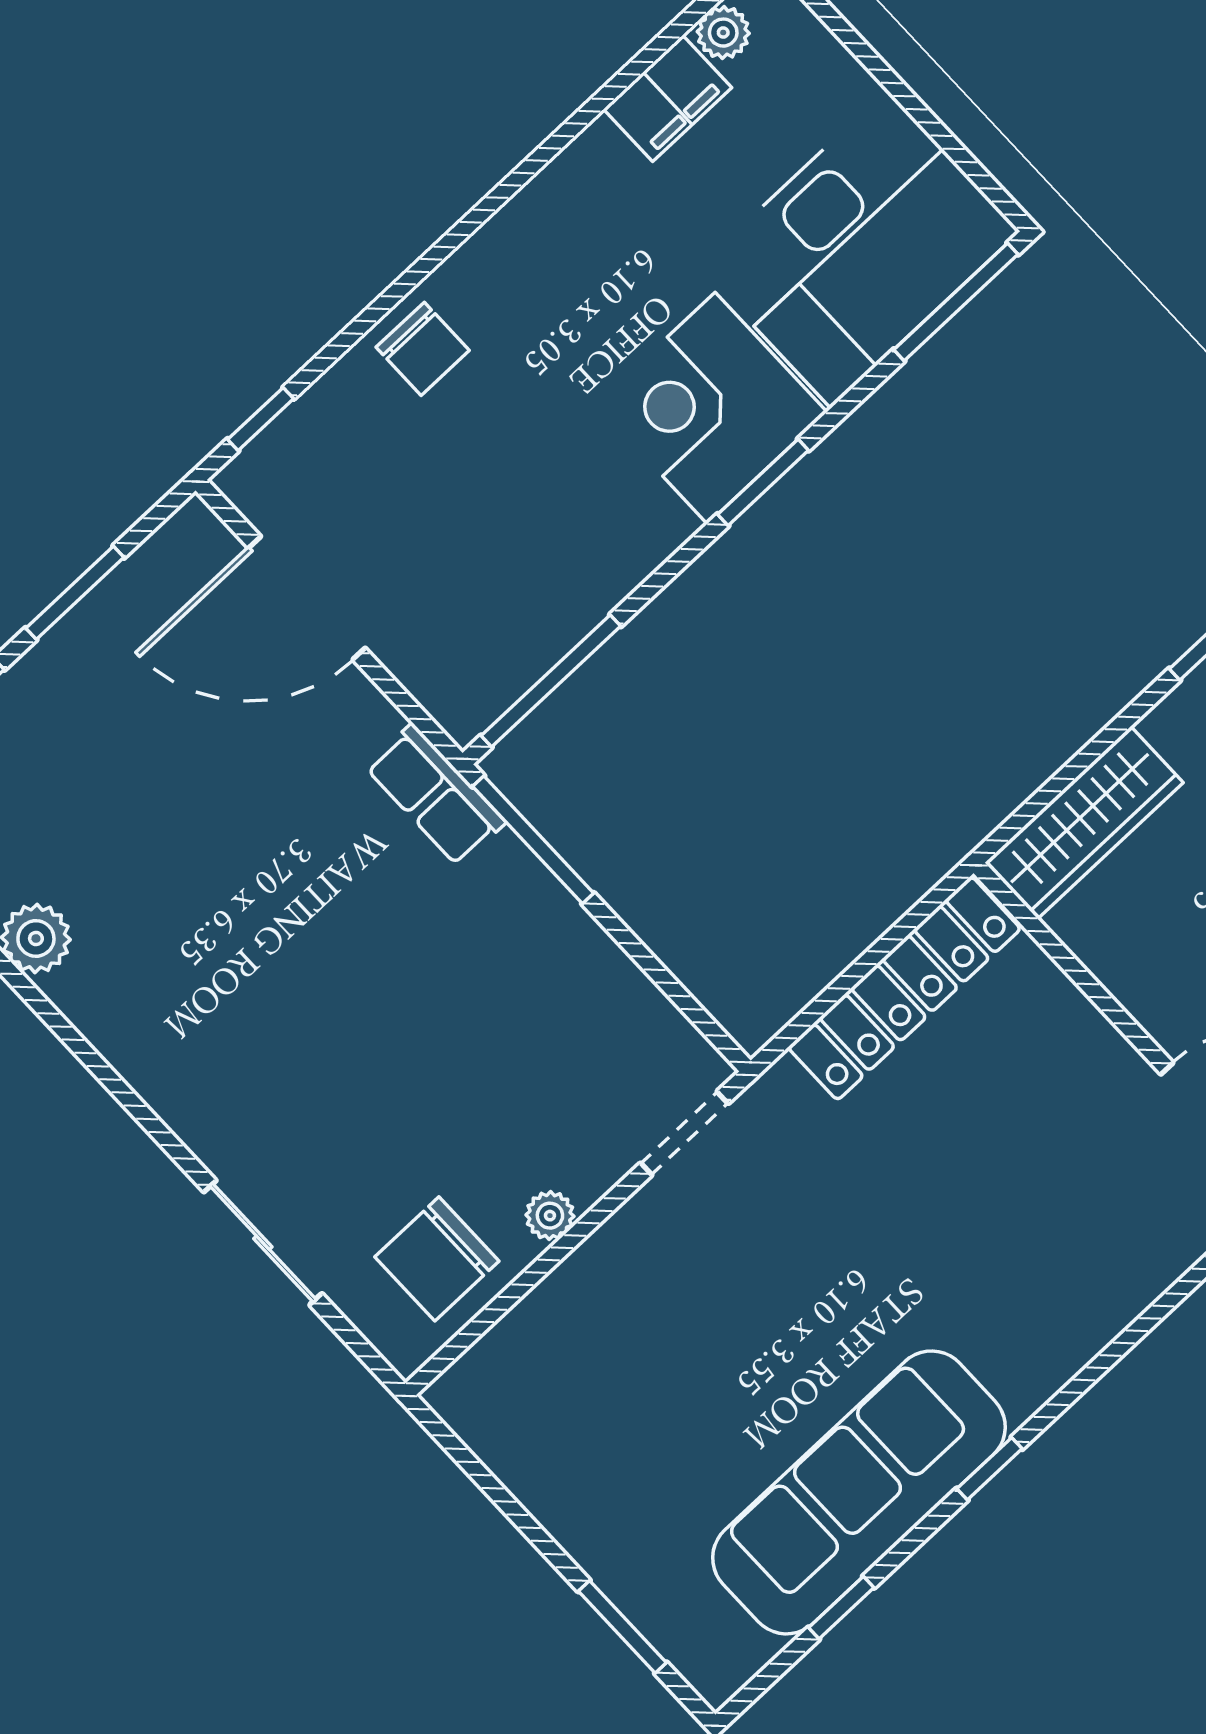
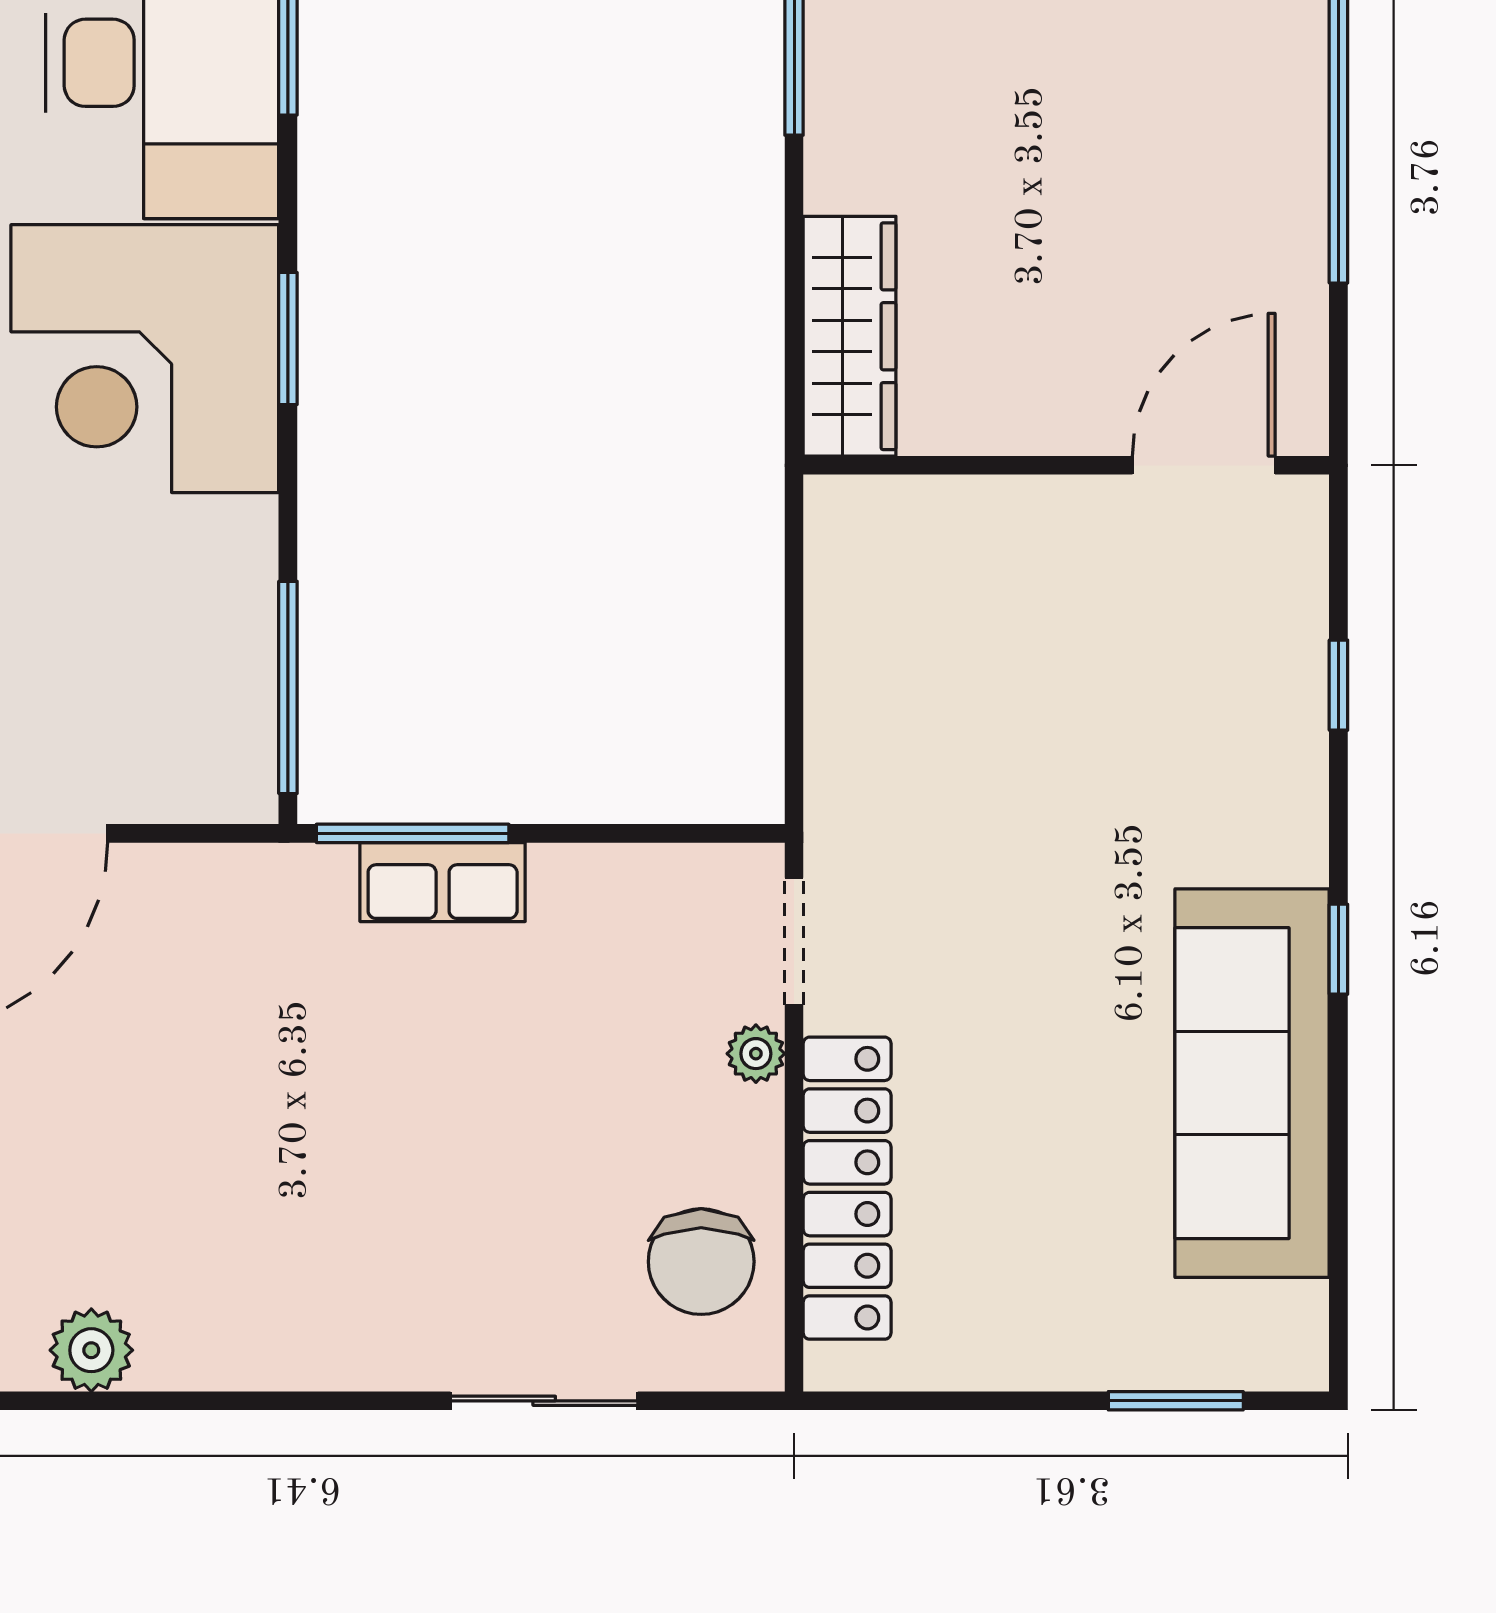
corner desk: (711, 408) -> (145, 359), width x1.36, depth x1.36
row of seats: (435, 795) -> (443, 882), moved
locker: (904, 988) -> (847, 1188), moved
plant: (550, 1216) -> (756, 1054), moved
window: (841, 1608) -> (1338, 685), moved

